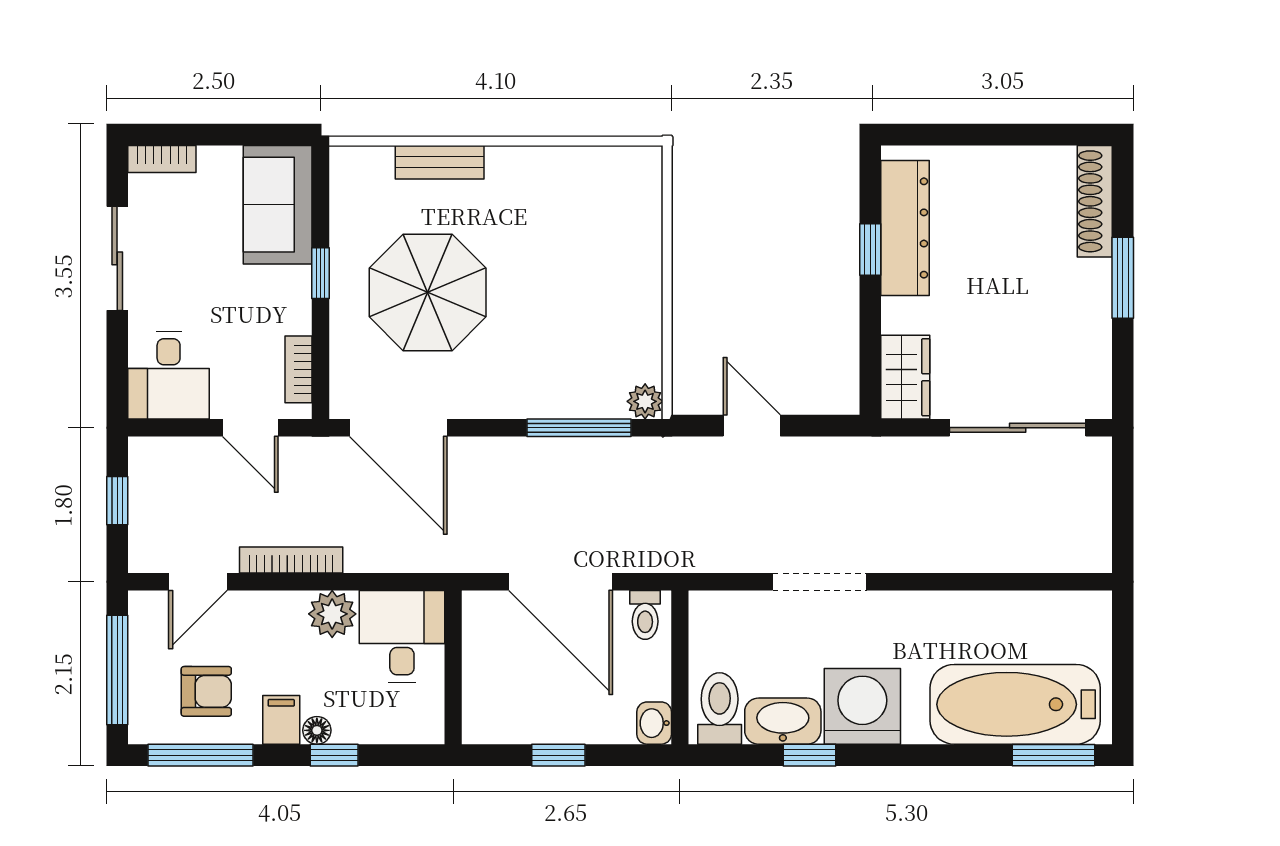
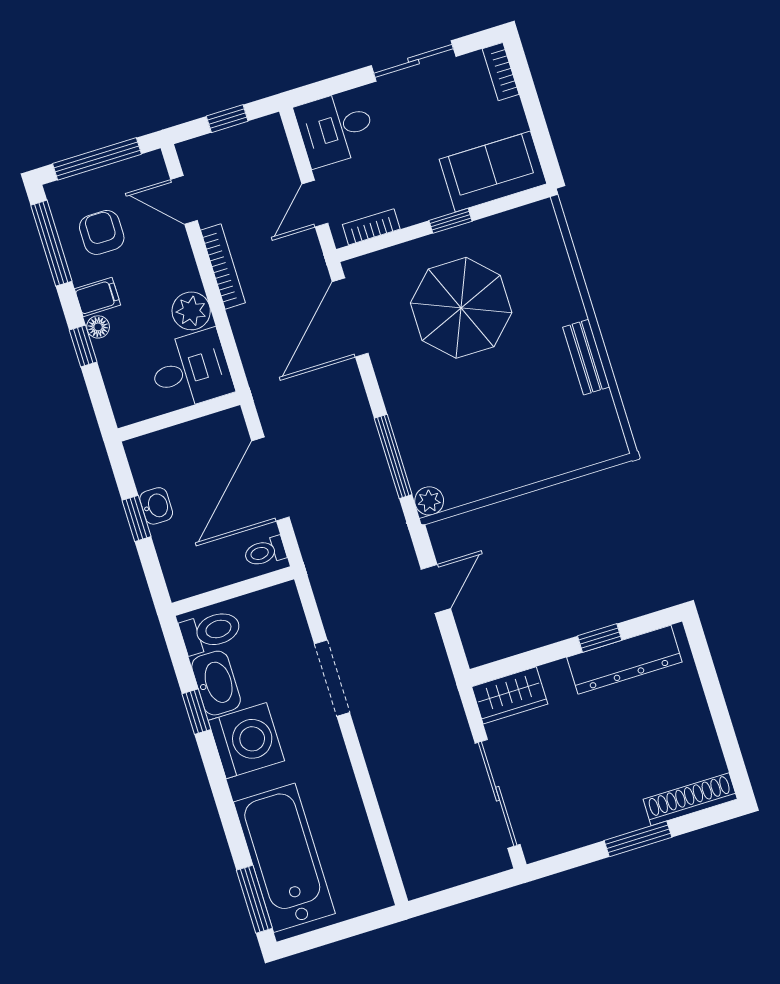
bench: (440, 162) -> (586, 357), moved
armchair: (206, 691) -> (102, 232), turned 180
washbasin: (654, 723) -> (156, 506), moved, turned 90

